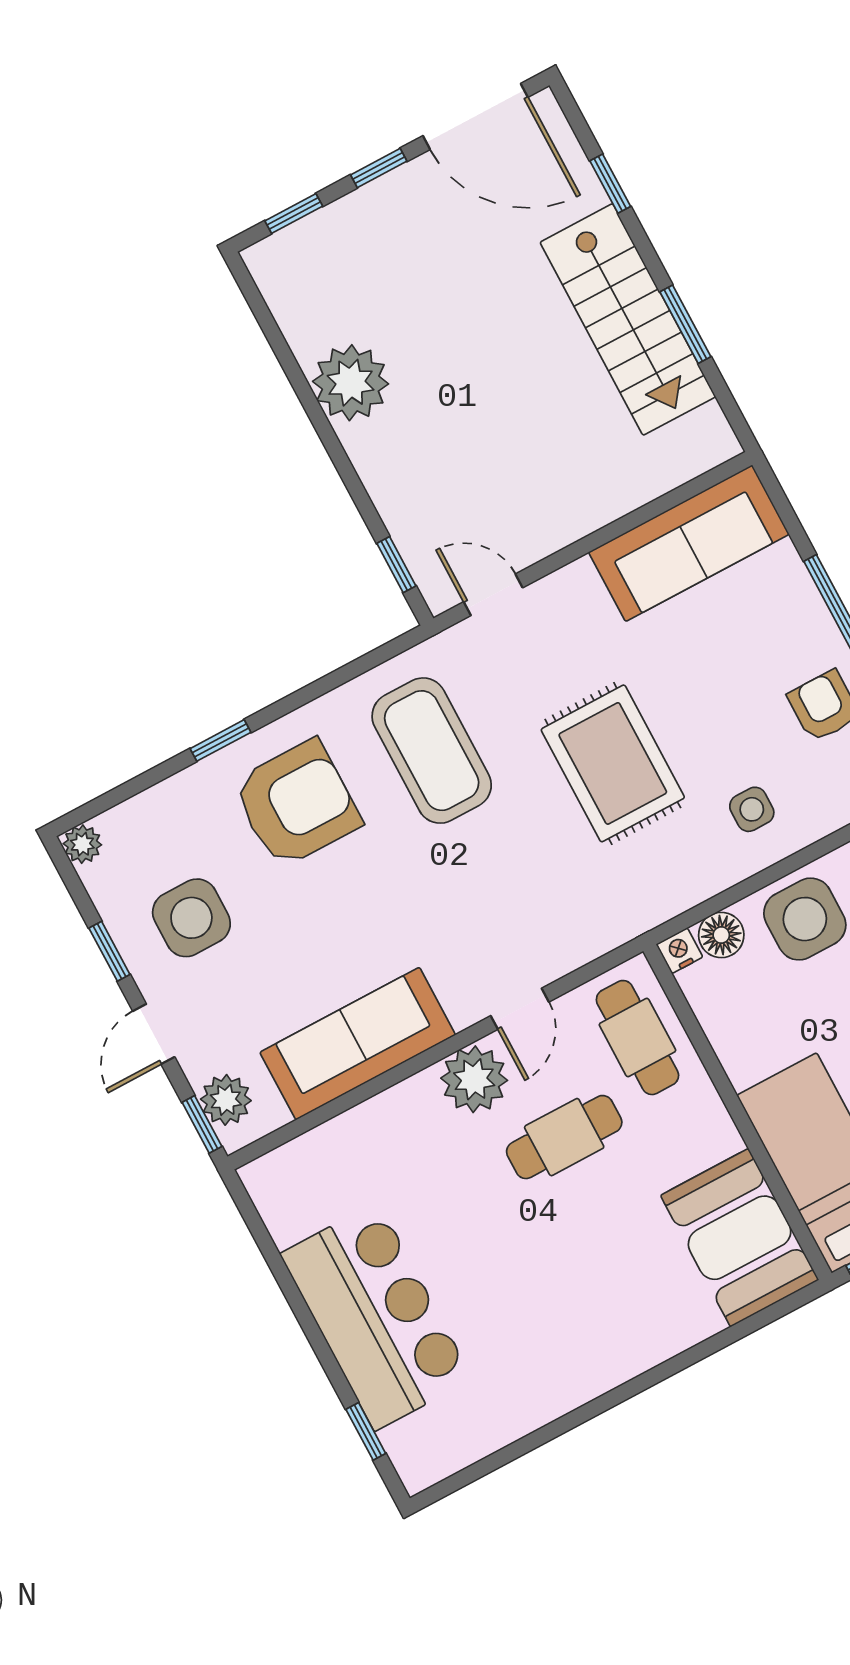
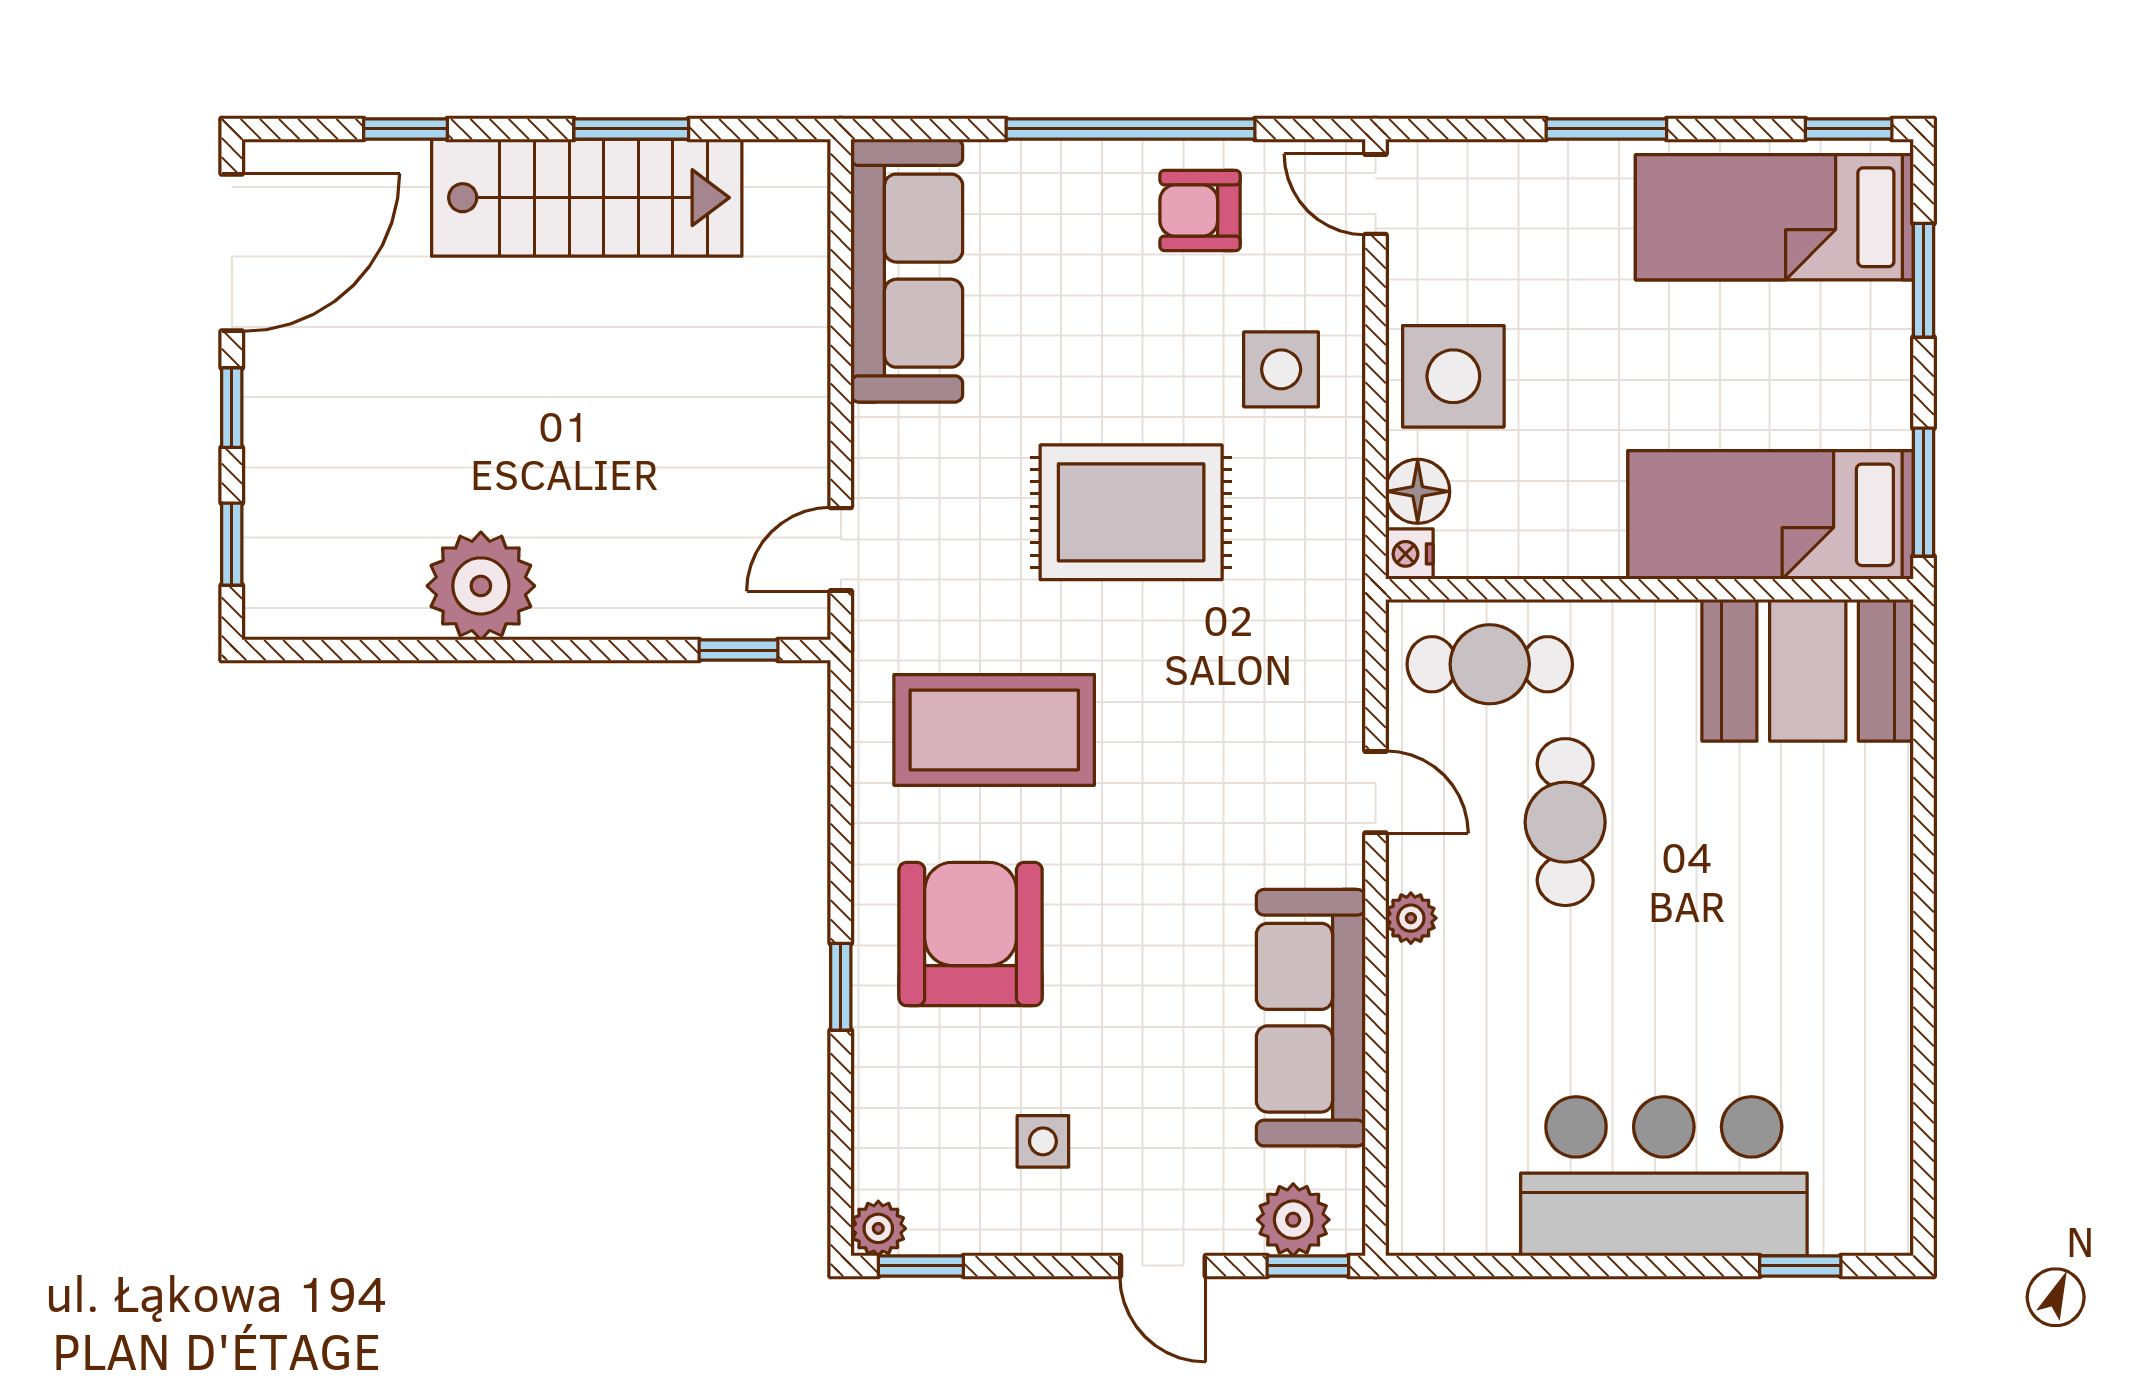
side table: (752, 809) -> (1281, 369), width x1.37, depth x1.37
side table: (191, 918) -> (1043, 1141), width x0.54, depth x0.54
window: (109, 951) -> (921, 1266), moved
plant: (474, 1079) -> (1411, 918), width x0.53, depth x0.53

